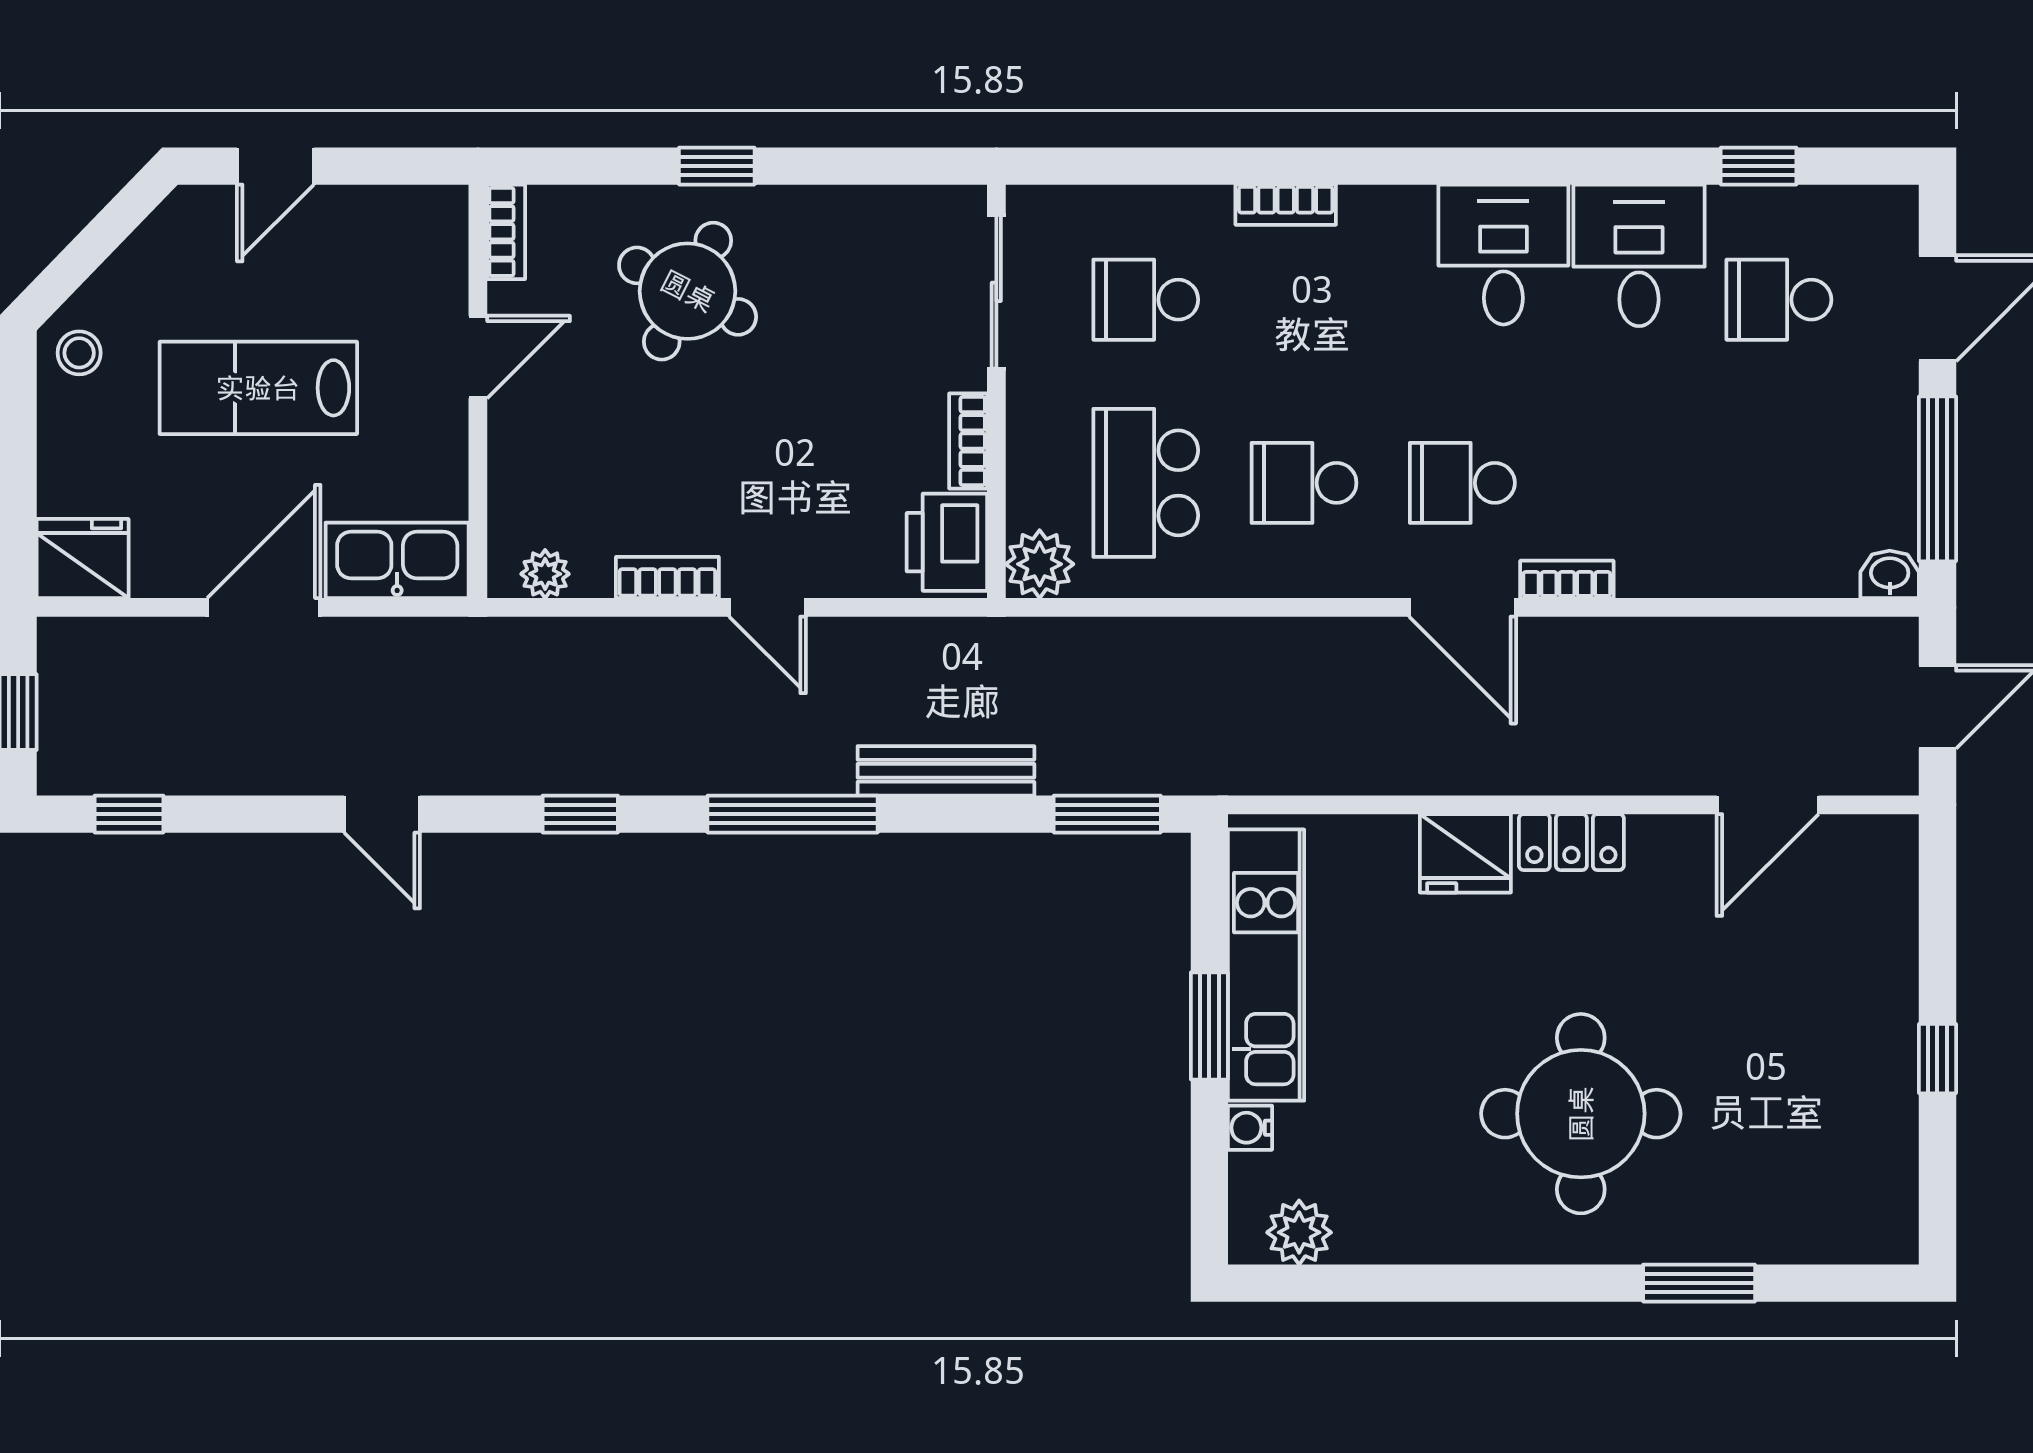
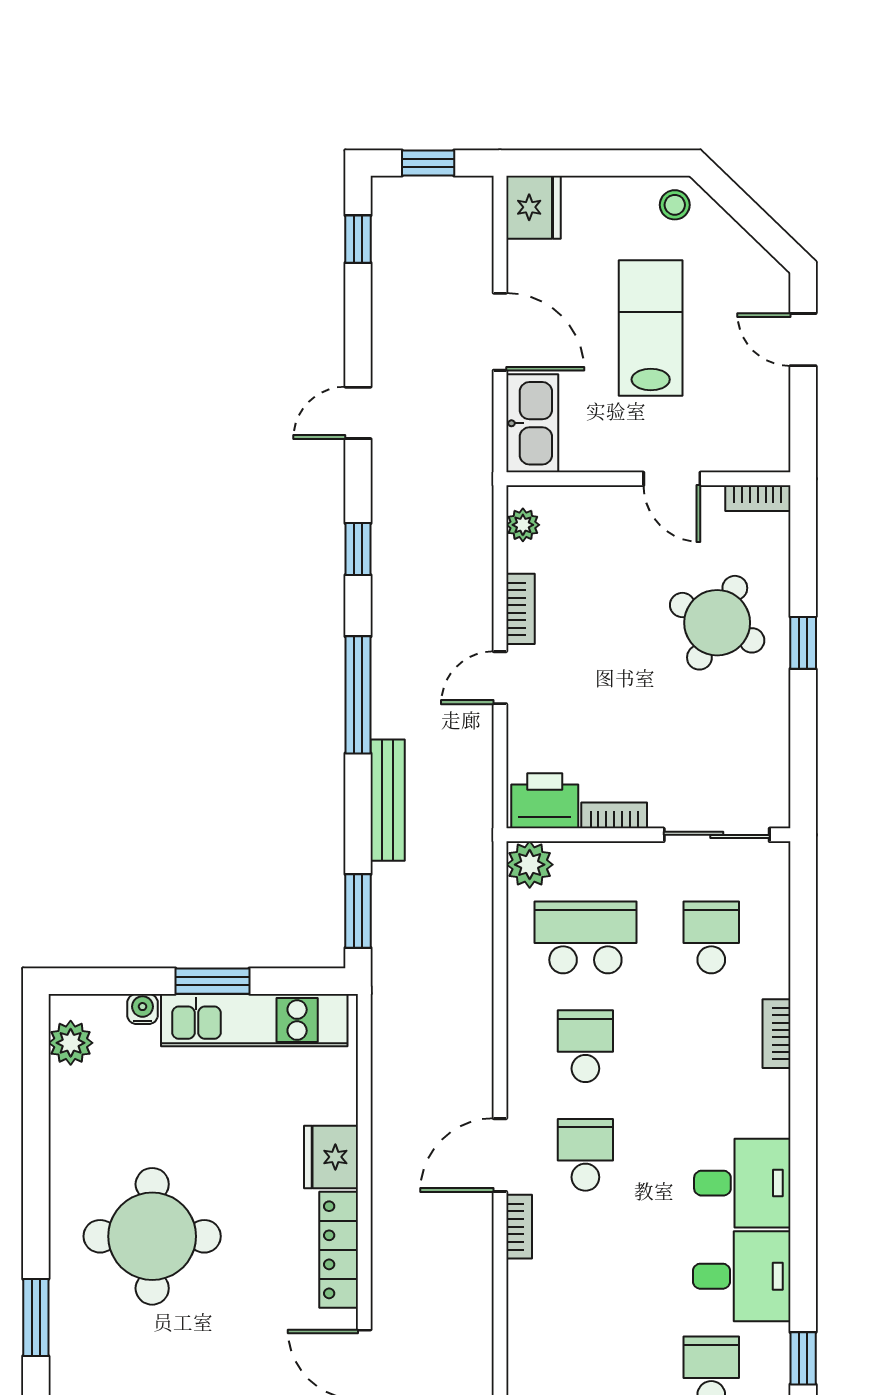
locker: (1571, 842) -> (339, 1250), width x1.53

